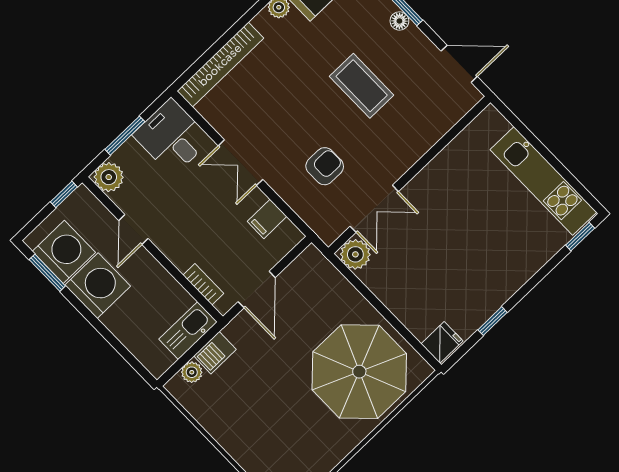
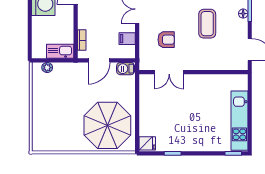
plant: (355, 254) -> (147, 82), removed
barbecue: (215, 353) -> (126, 69), moved

